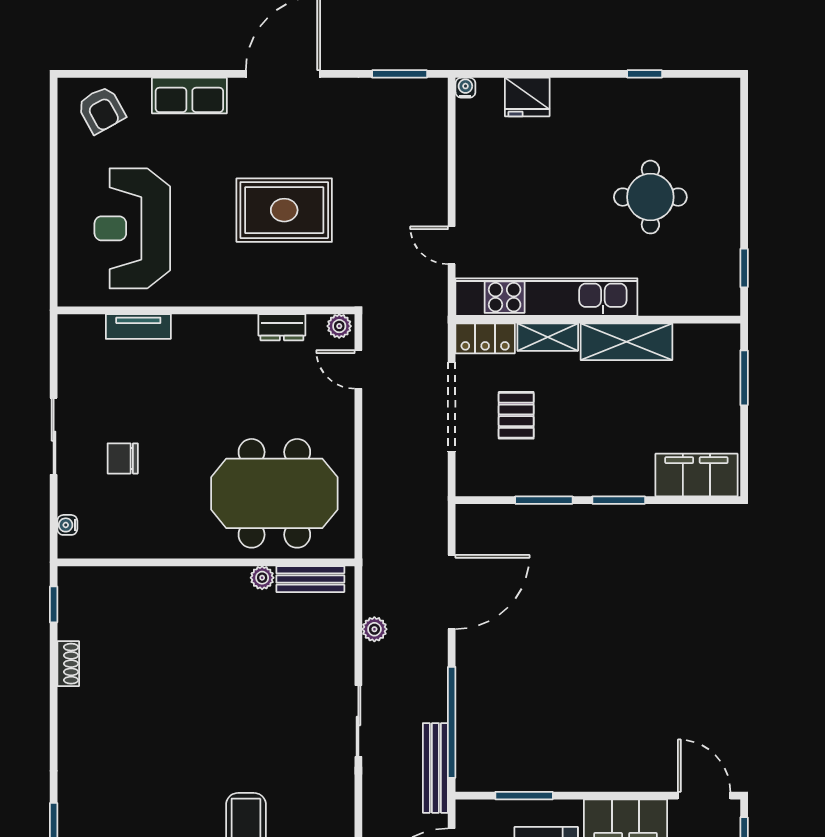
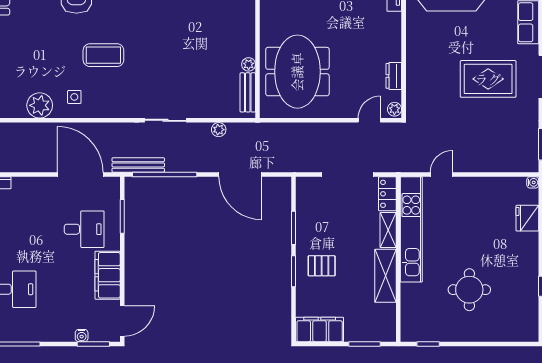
rug: (284, 210) -> (488, 79), moved, turned 90
pallet: (516, 415) -> (322, 266), moved
filing cabinet: (696, 475) -> (320, 329), moved, turned -90

